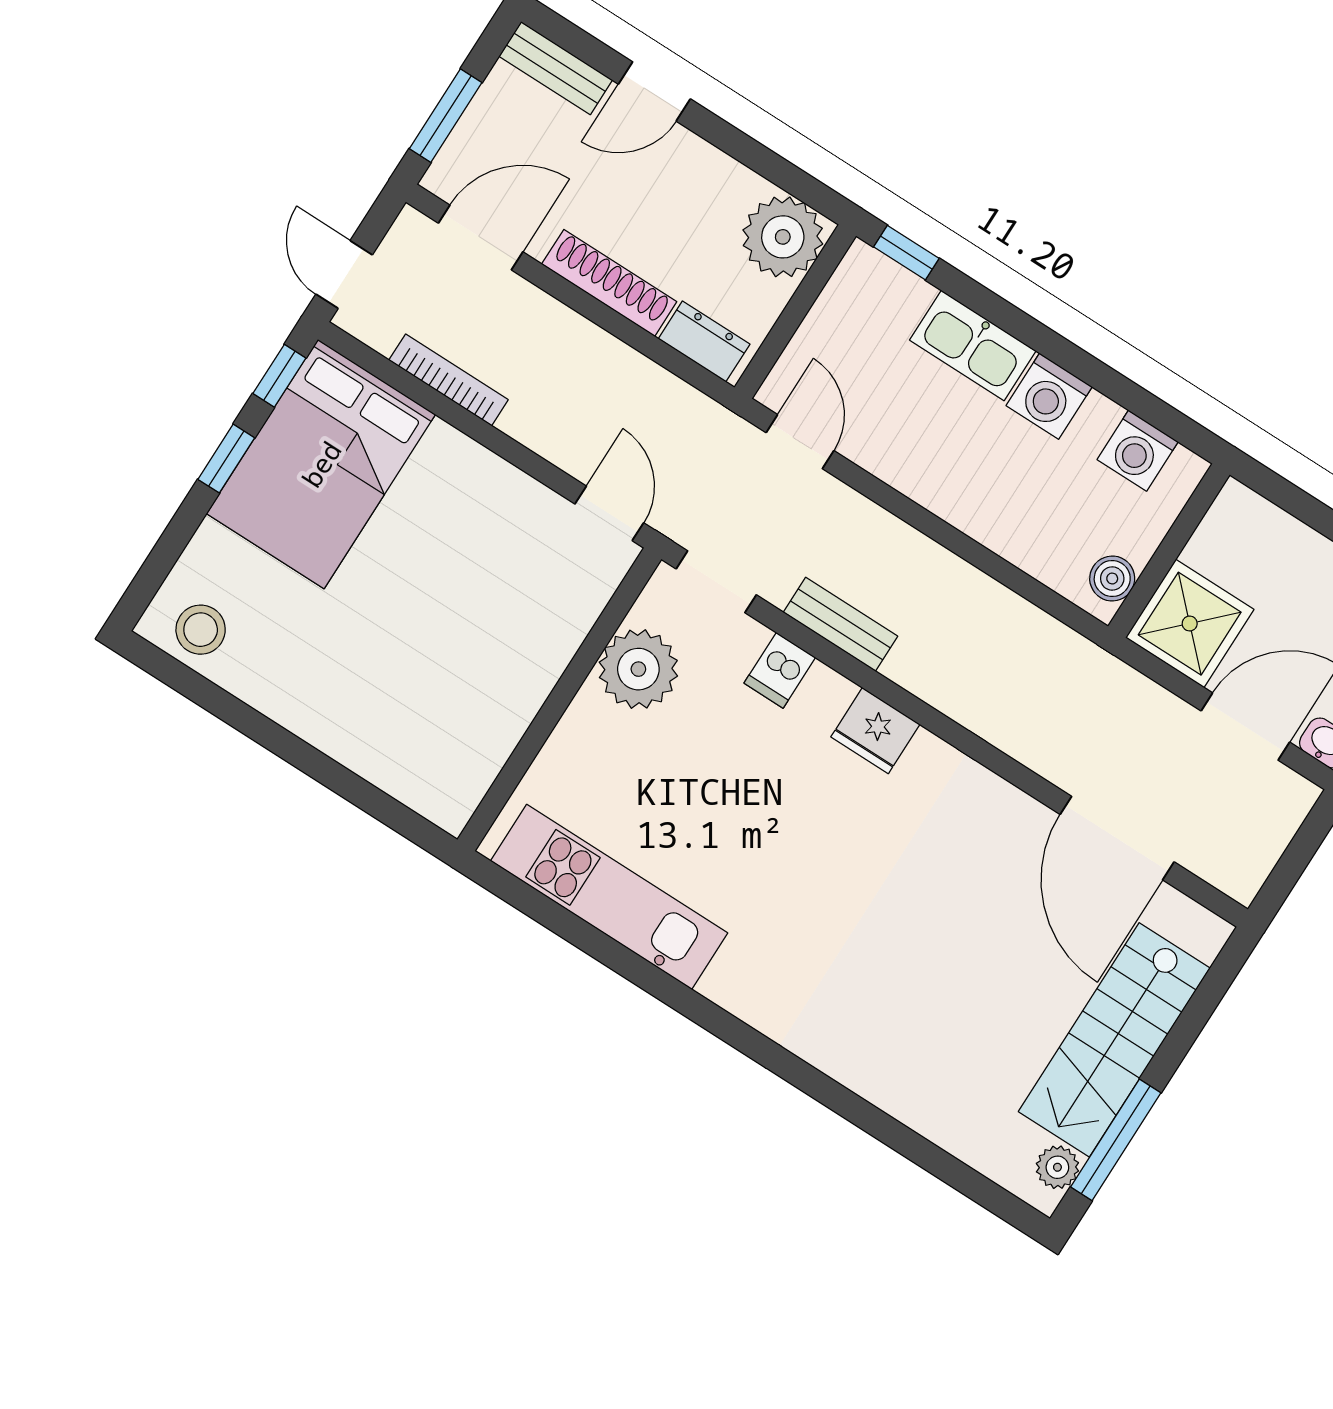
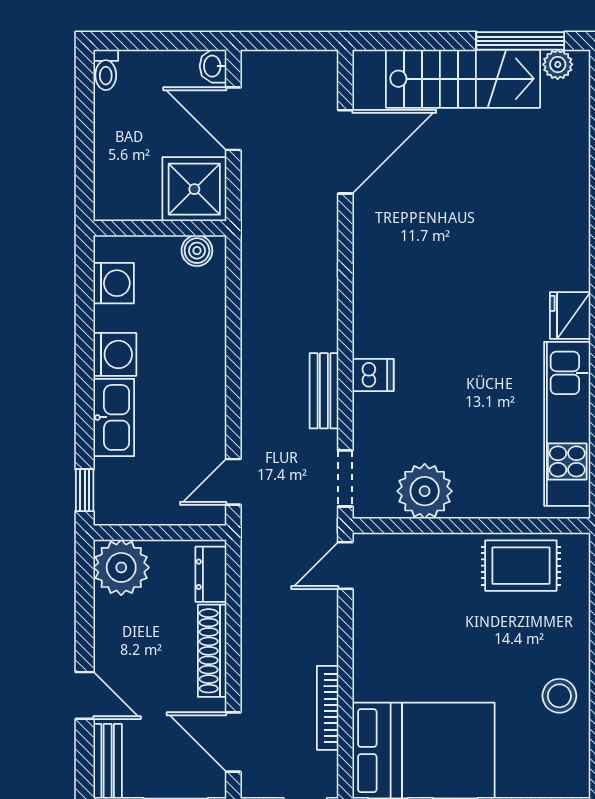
stool: (201, 630) -> (559, 696), moved
dishwasher: (780, 670) -> (373, 375), moved
rug: (471, 729) -> (521, 566), added
fridge: (875, 731) -> (570, 316), moved, turned 180

